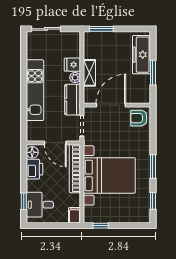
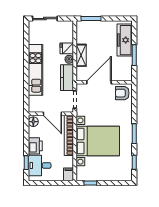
printer: (35, 169) -> (35, 146), moved

